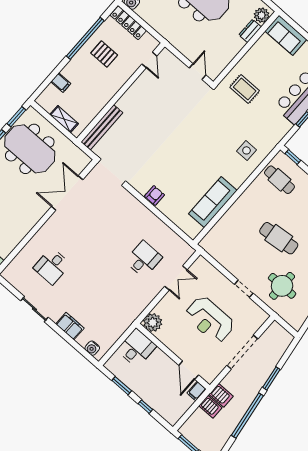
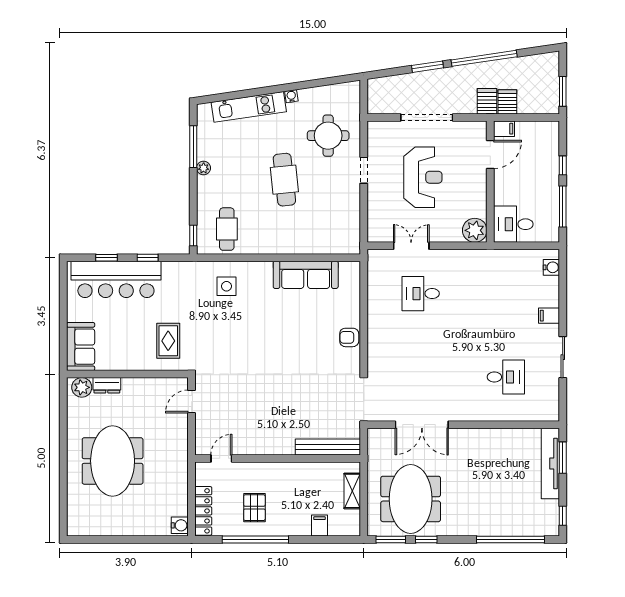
filing cabinet: (70, 326) -> (549, 316), width x0.50
window: (122, 386) -> (563, 206), width x1.44

